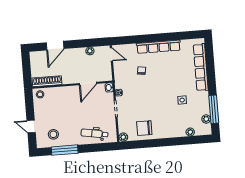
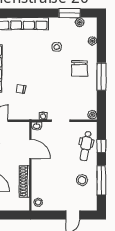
shoe rack: (47, 81) -> (24, 181), moved
window: (214, 109) -> (70, 13), width x0.69
chair: (144, 128) -> (80, 68), moved
stool: (53, 134) -> (82, 180), moved
window: (158, 143) -> (101, 77), added
window: (95, 148) -> (101, 146), added

